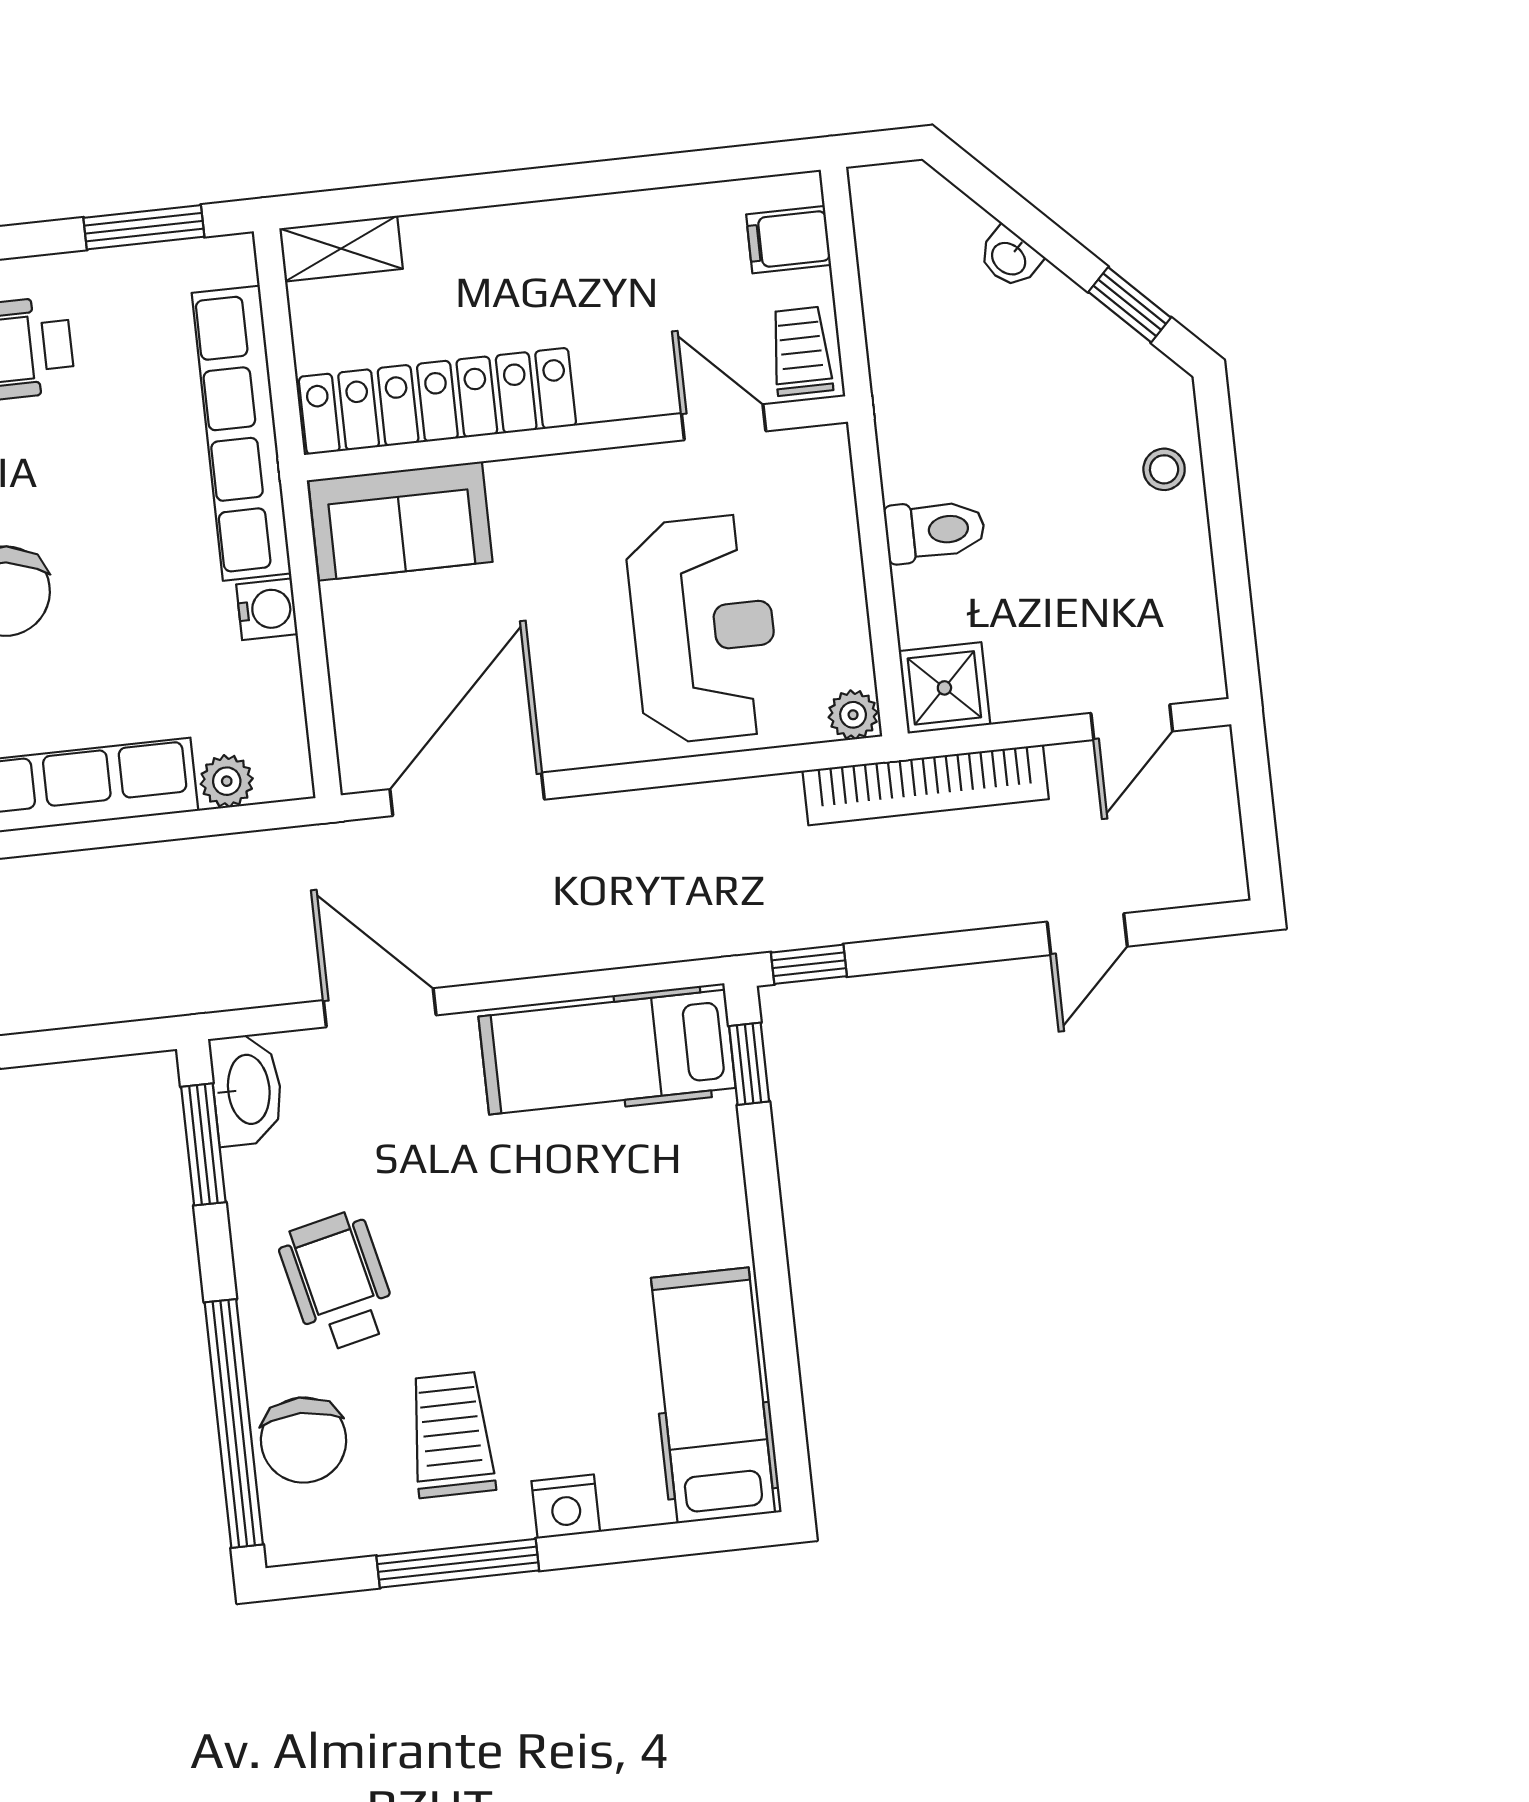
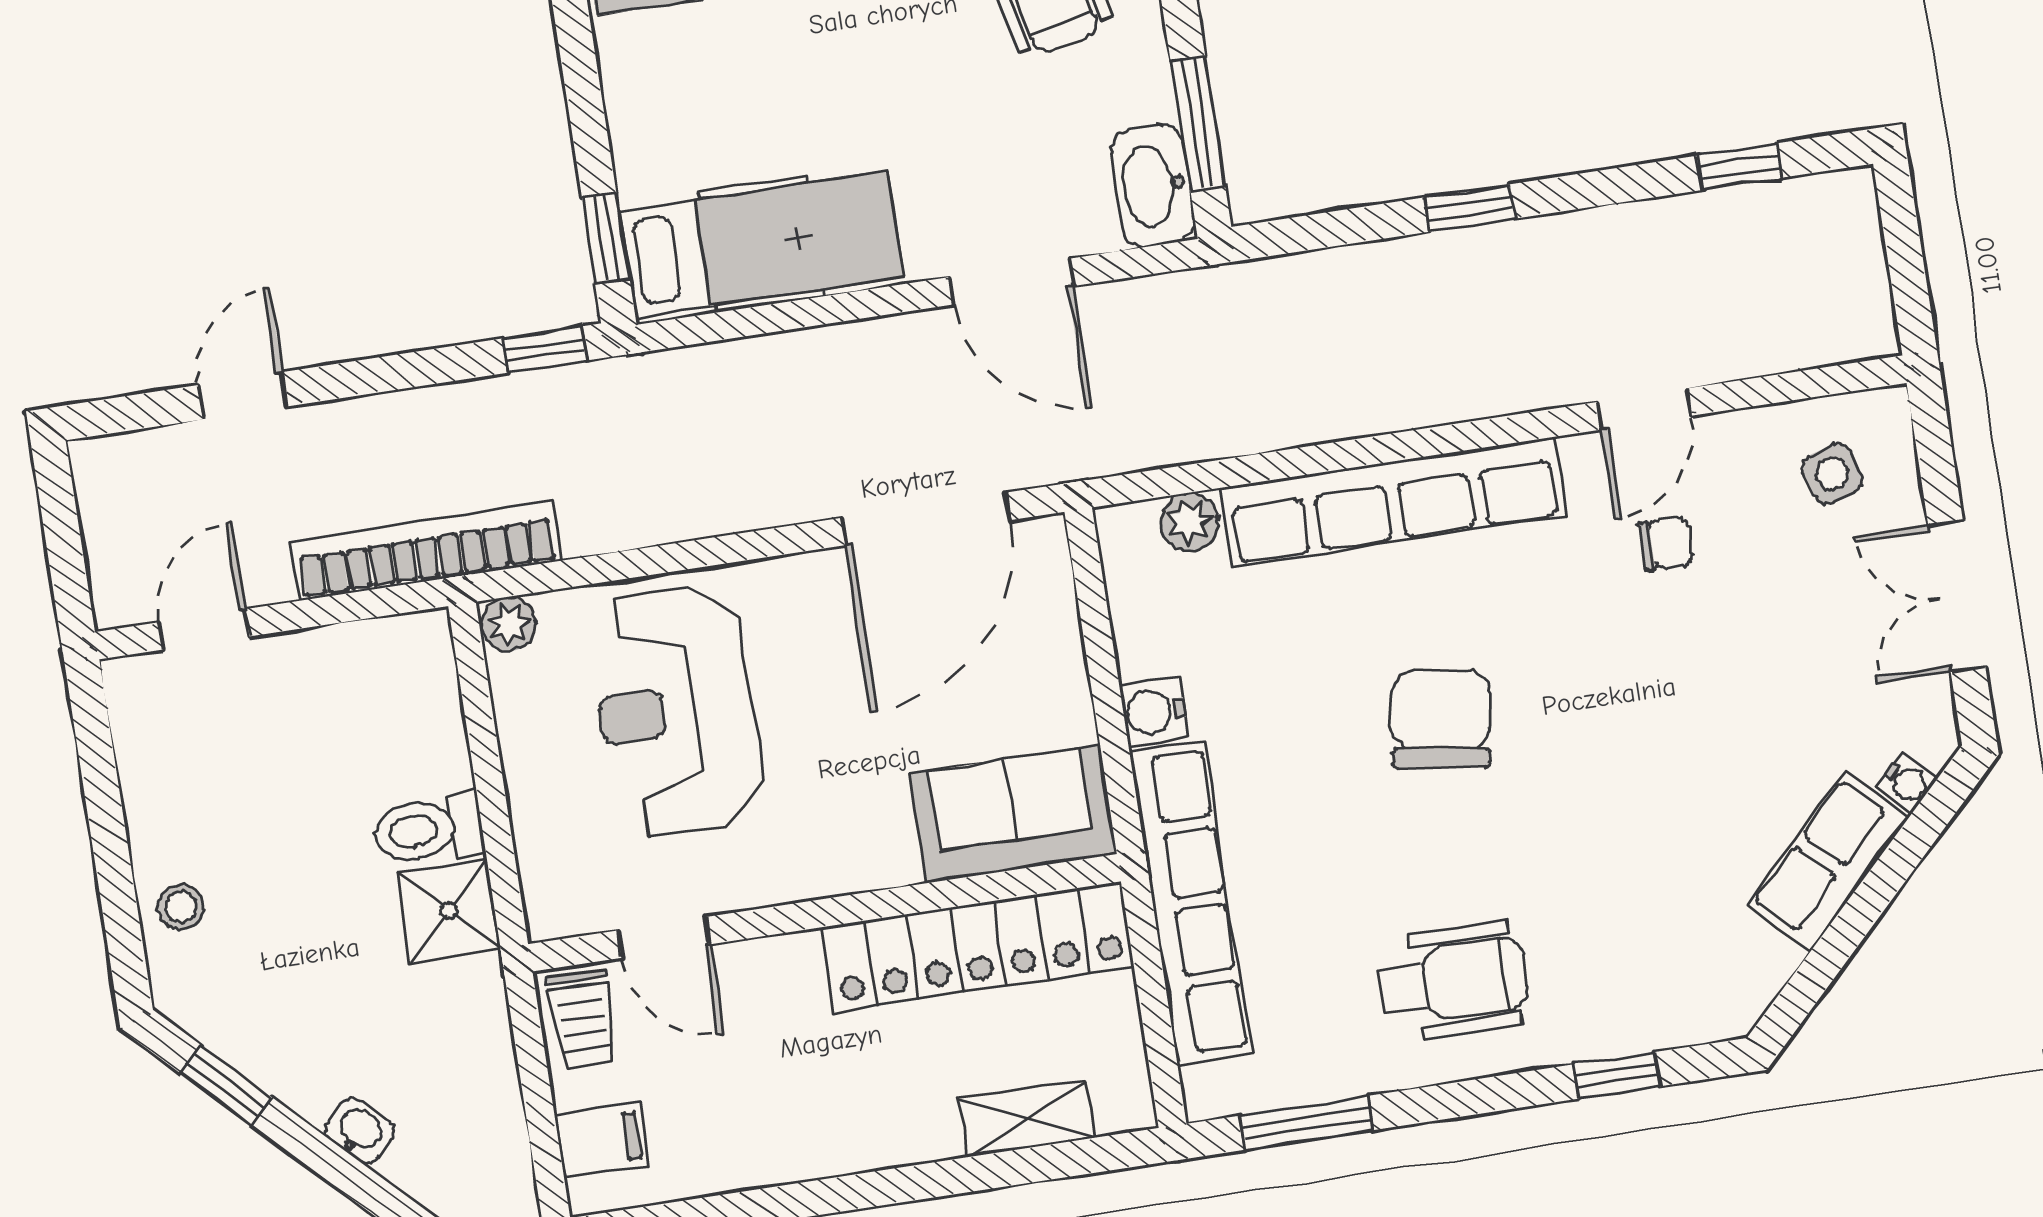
shelving: (341, 249) -> (1026, 1119), moved
shower: (944, 688) -> (449, 911), moved

